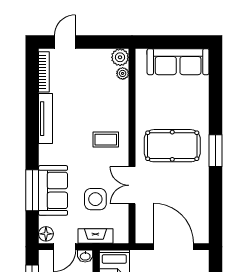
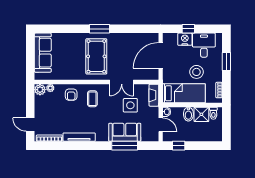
armchair: (112, 106) -> (71, 95), added
floor lamp: (46, 234) -> (152, 137), removed
fireplace: (95, 236) -> (154, 95), moved

